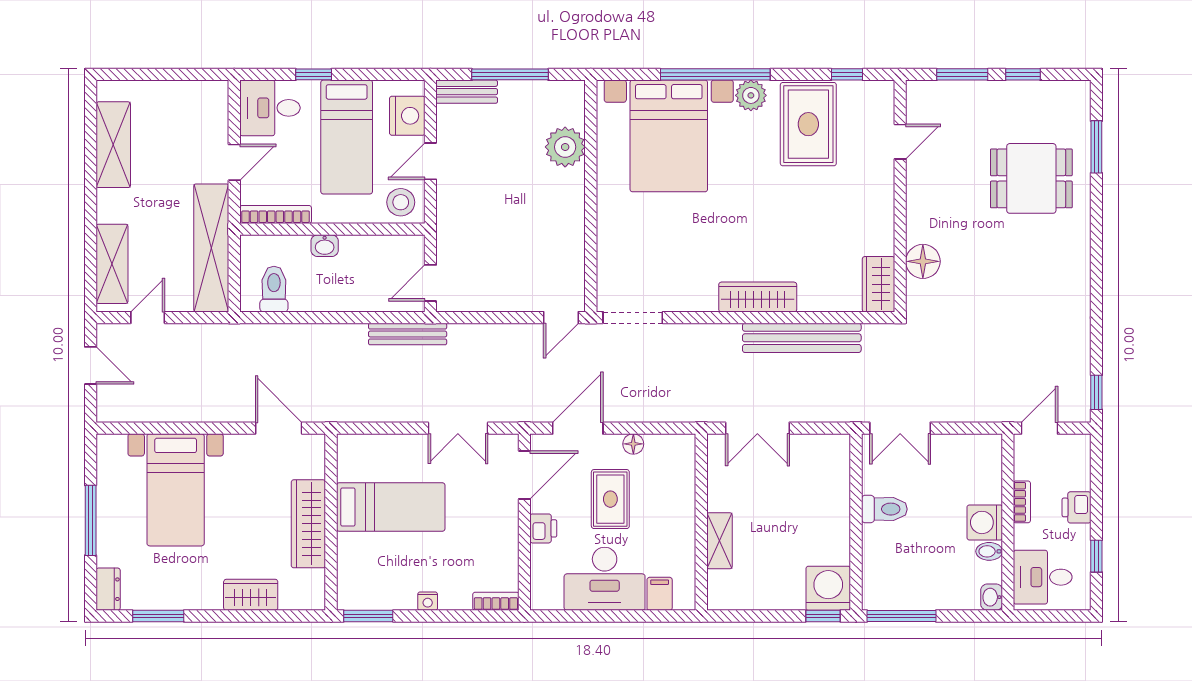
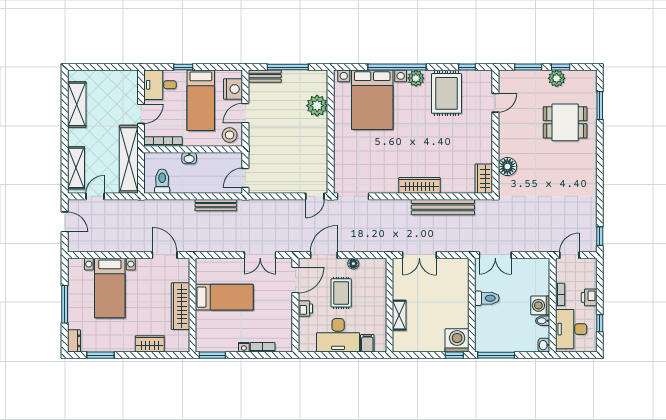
plant: (1016, 96) -> (557, 78), added
bench: (408, 334) -> (216, 205), moved
desk: (1043, 577) -> (571, 329), width x1.37
bookcase: (496, 601) -> (263, 347), moved

